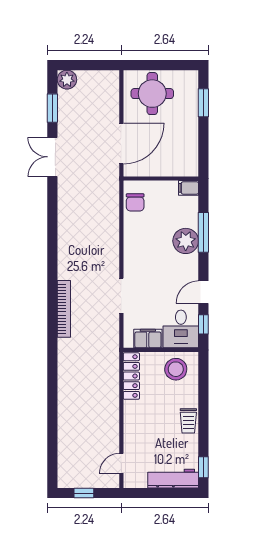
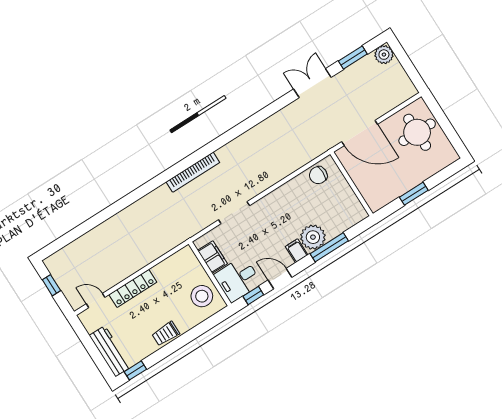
window: (203, 103) -> (414, 194), moved
filing cabinet: (189, 188) -> (297, 251), moved
locker: (131, 376) -> (133, 288), moved

